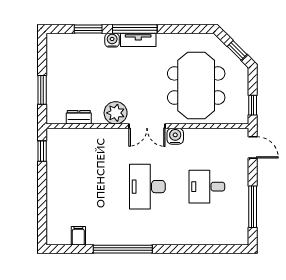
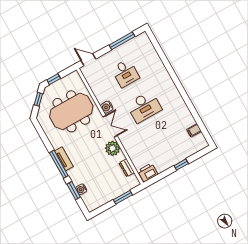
water cooler: (112, 40) -> (81, 189), moved
window: (253, 105) -> (54, 79), moved
printer: (57, 142) -> (148, 173), added
door: (253, 147) -> (88, 60), hinge flipped
window: (42, 151) -> (181, 165), moved
window: (123, 249) -> (187, 101), removed

